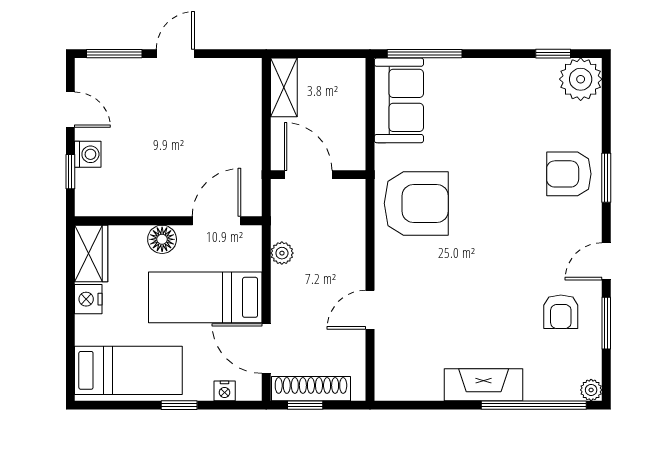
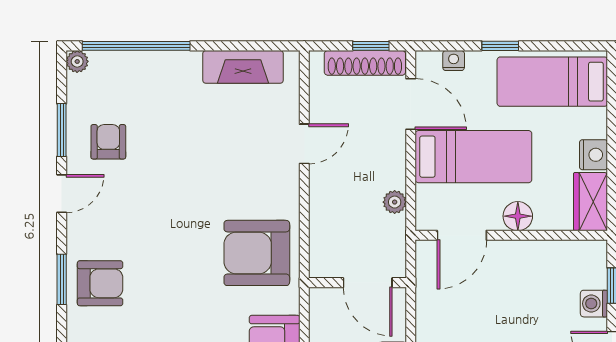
fireplace: (484, 385) -> (243, 67), moved

